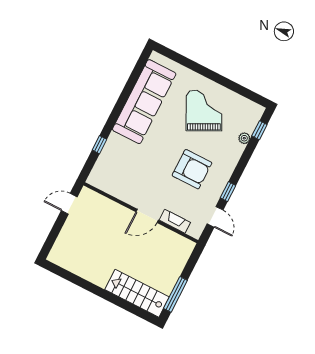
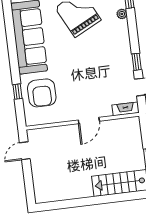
armchair: (192, 169) -> (42, 93), moved, turned 90
fireplace: (175, 221) -> (125, 109), moved

